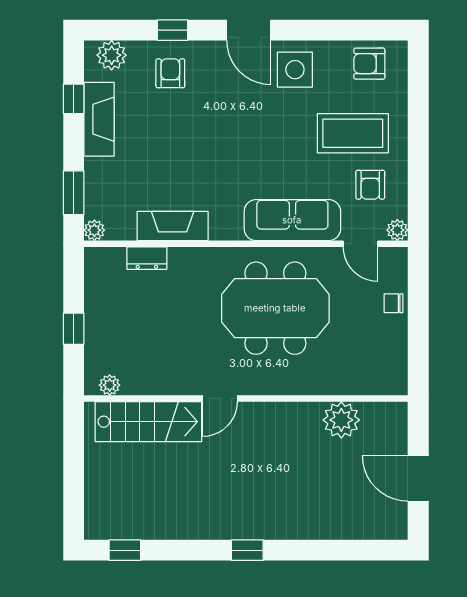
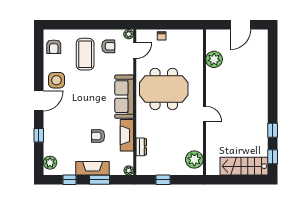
armchair: (170, 73) -> (98, 136), moved
fireplace: (99, 119) -> (93, 168), moved
window: (74, 193) -> (100, 180), moved
sofa: (292, 220) -> (124, 97), moved
meeting table: (275, 308) -> (164, 89), turned 90
window: (74, 329) -> (163, 180), moved
plant: (110, 385) -> (194, 160), width x1.88, depth x1.88
stairs: (148, 422) -> (244, 166), moved, turned -90
window: (247, 550) -> (273, 130), moved

